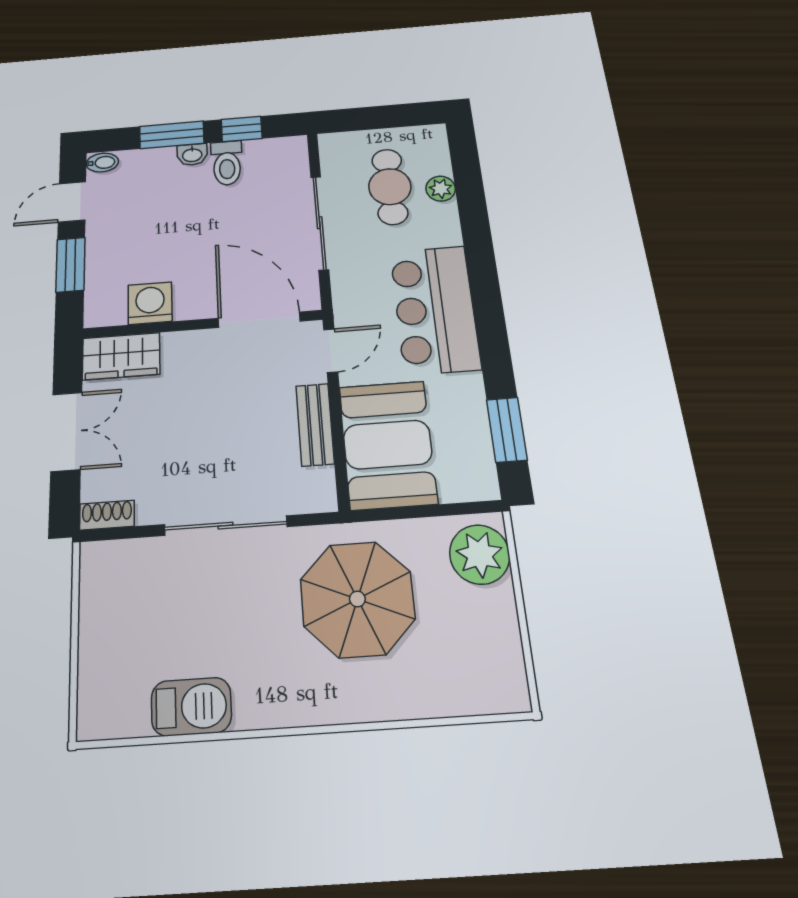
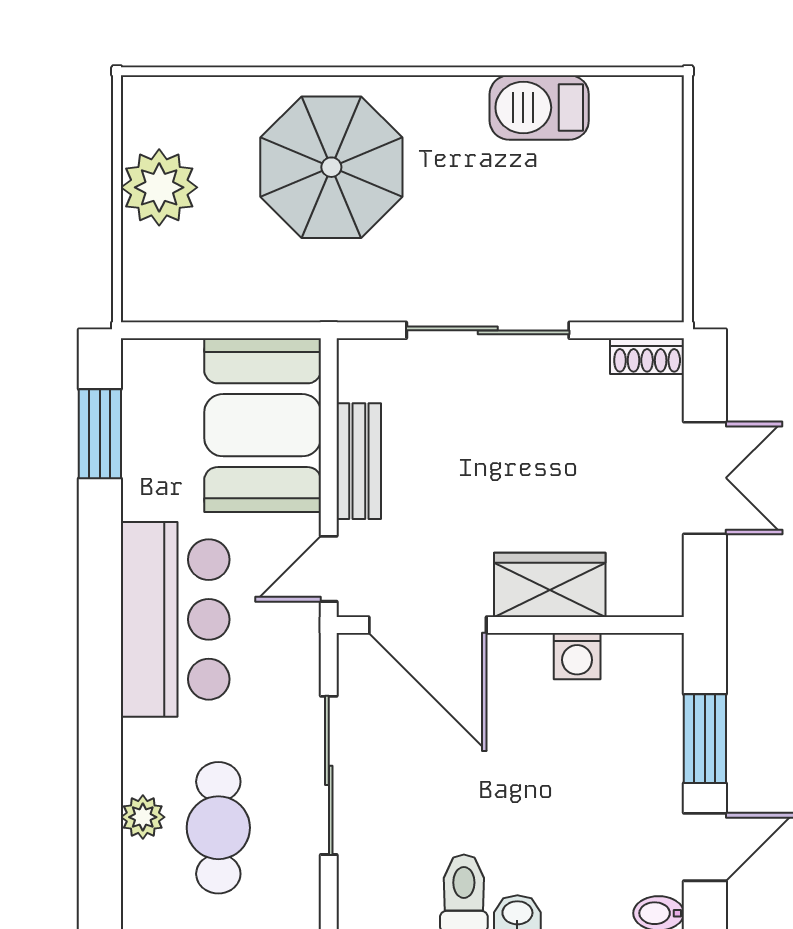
washing machine: (150, 303) -> (577, 656), width x0.73, depth x0.73
wardrobe: (121, 356) -> (550, 585), moved
double door: (66, 432) -> (705, 478), swing flipped
plant: (480, 554) -> (159, 187), moved
parasol: (357, 599) -> (331, 167), moved

